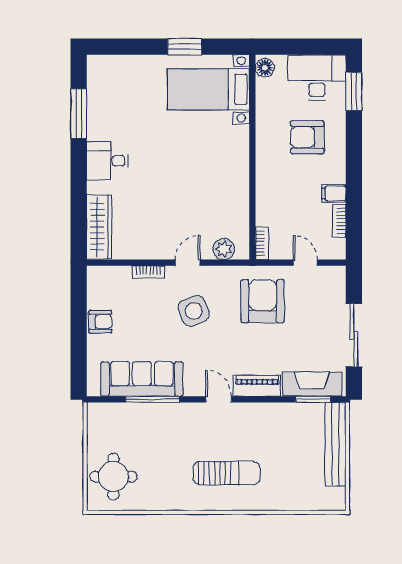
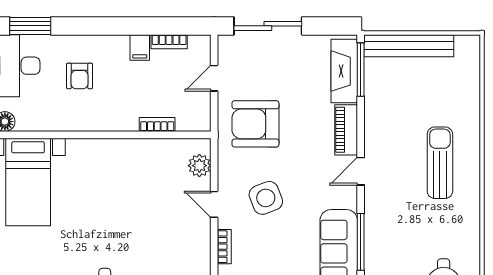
armchair: (307, 137) -> (79, 76), width x0.72, depth x0.72
bookcase: (262, 243) -> (157, 124), moved
sliding door: (354, 335) -> (268, 26), moved
window: (313, 399) -> (361, 70), width x1.44

